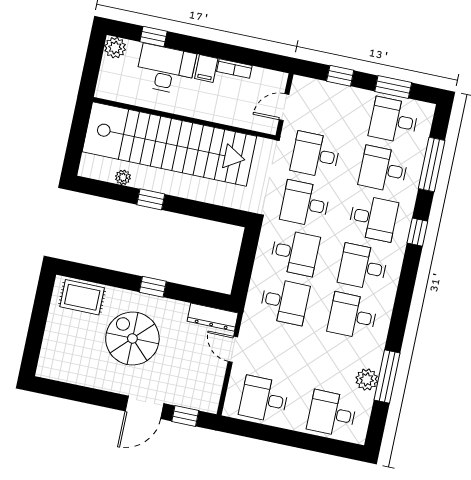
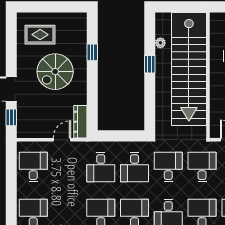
window: (153, 287) -> (92, 52), moved
rug: (82, 297) -> (40, 35), moved, turned 90
spiral stairs: (132, 338) -> (55, 72), turned 180

